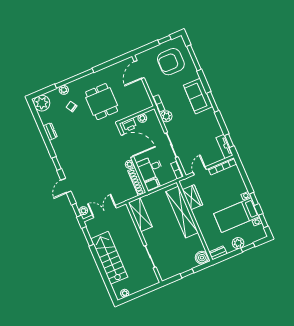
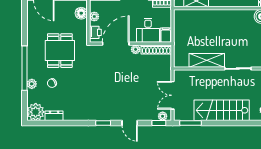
dining table: (102, 102) -> (60, 51), turned 90
floor lamp: (140, 106) -> (81, 13), added
dresser: (50, 131) -> (54, 116), moved
shelving: (182, 212) -> (207, 17), removed
shelving: (140, 215) -> (207, 60), moved

